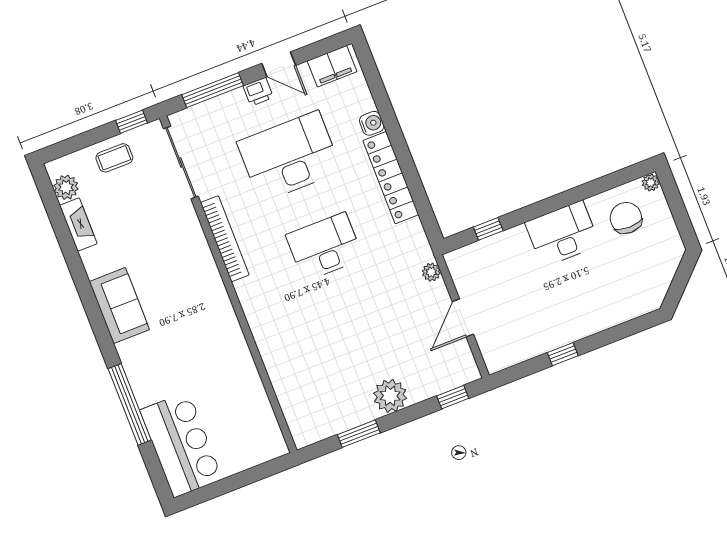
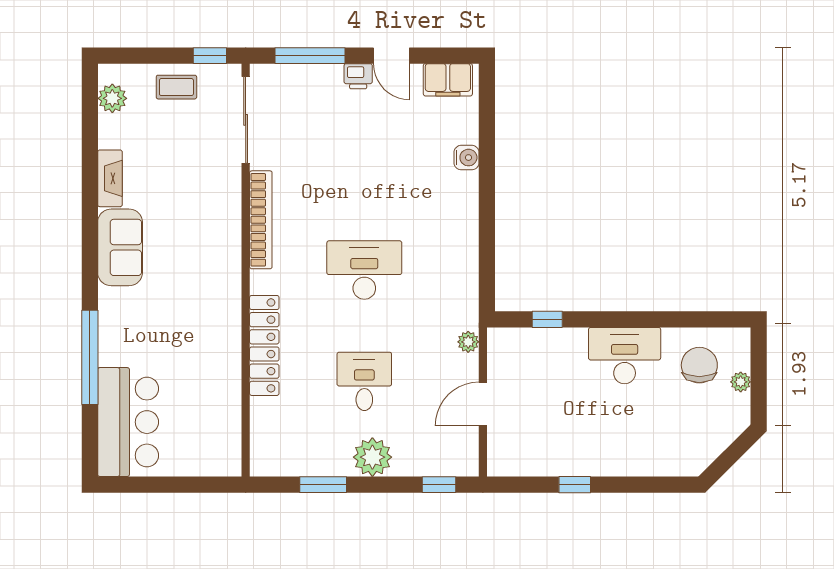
desk: (289, 157) -> (364, 381), moved, width x0.53, depth x0.77
locker: (391, 178) -> (264, 345), moved, turned 180
plant: (651, 183) -> (741, 382), moved
fireplace: (78, 225) -> (110, 178), moved

